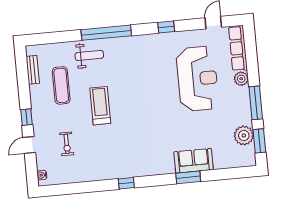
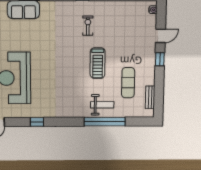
window: (106, 33) -> (105, 122), moved
weight bench: (89, 55) -> (102, 105), turned 180
exercise bike: (67, 144) -> (88, 26), moved

